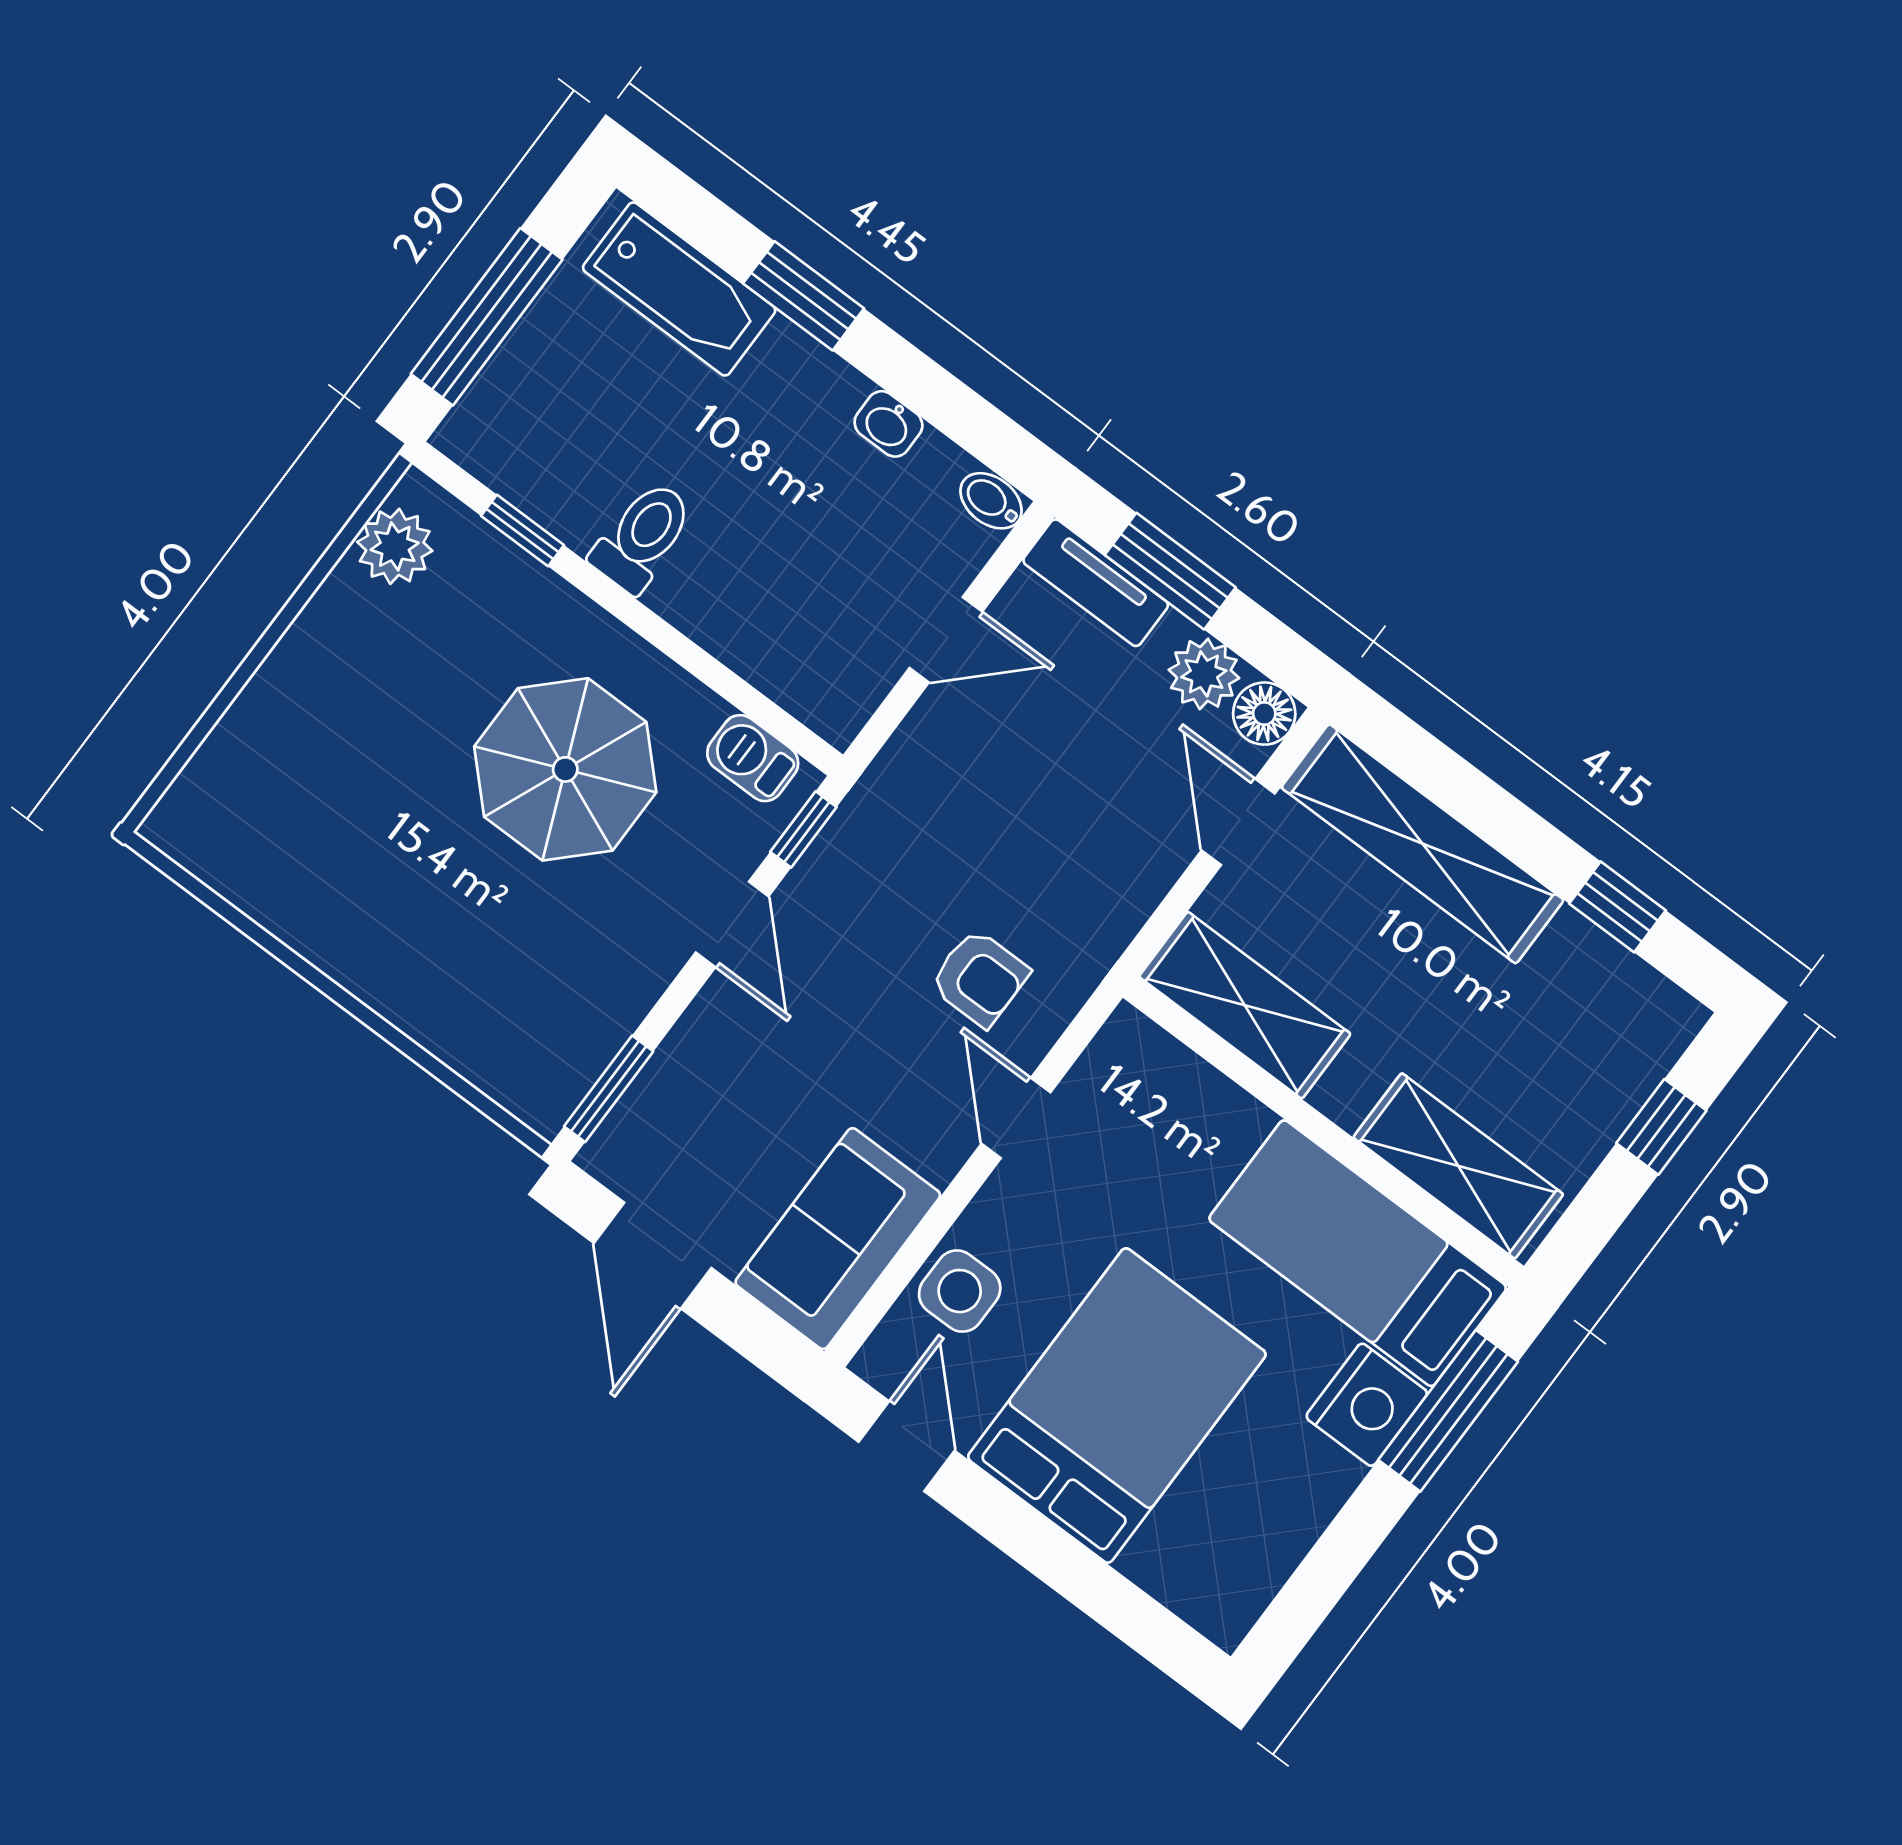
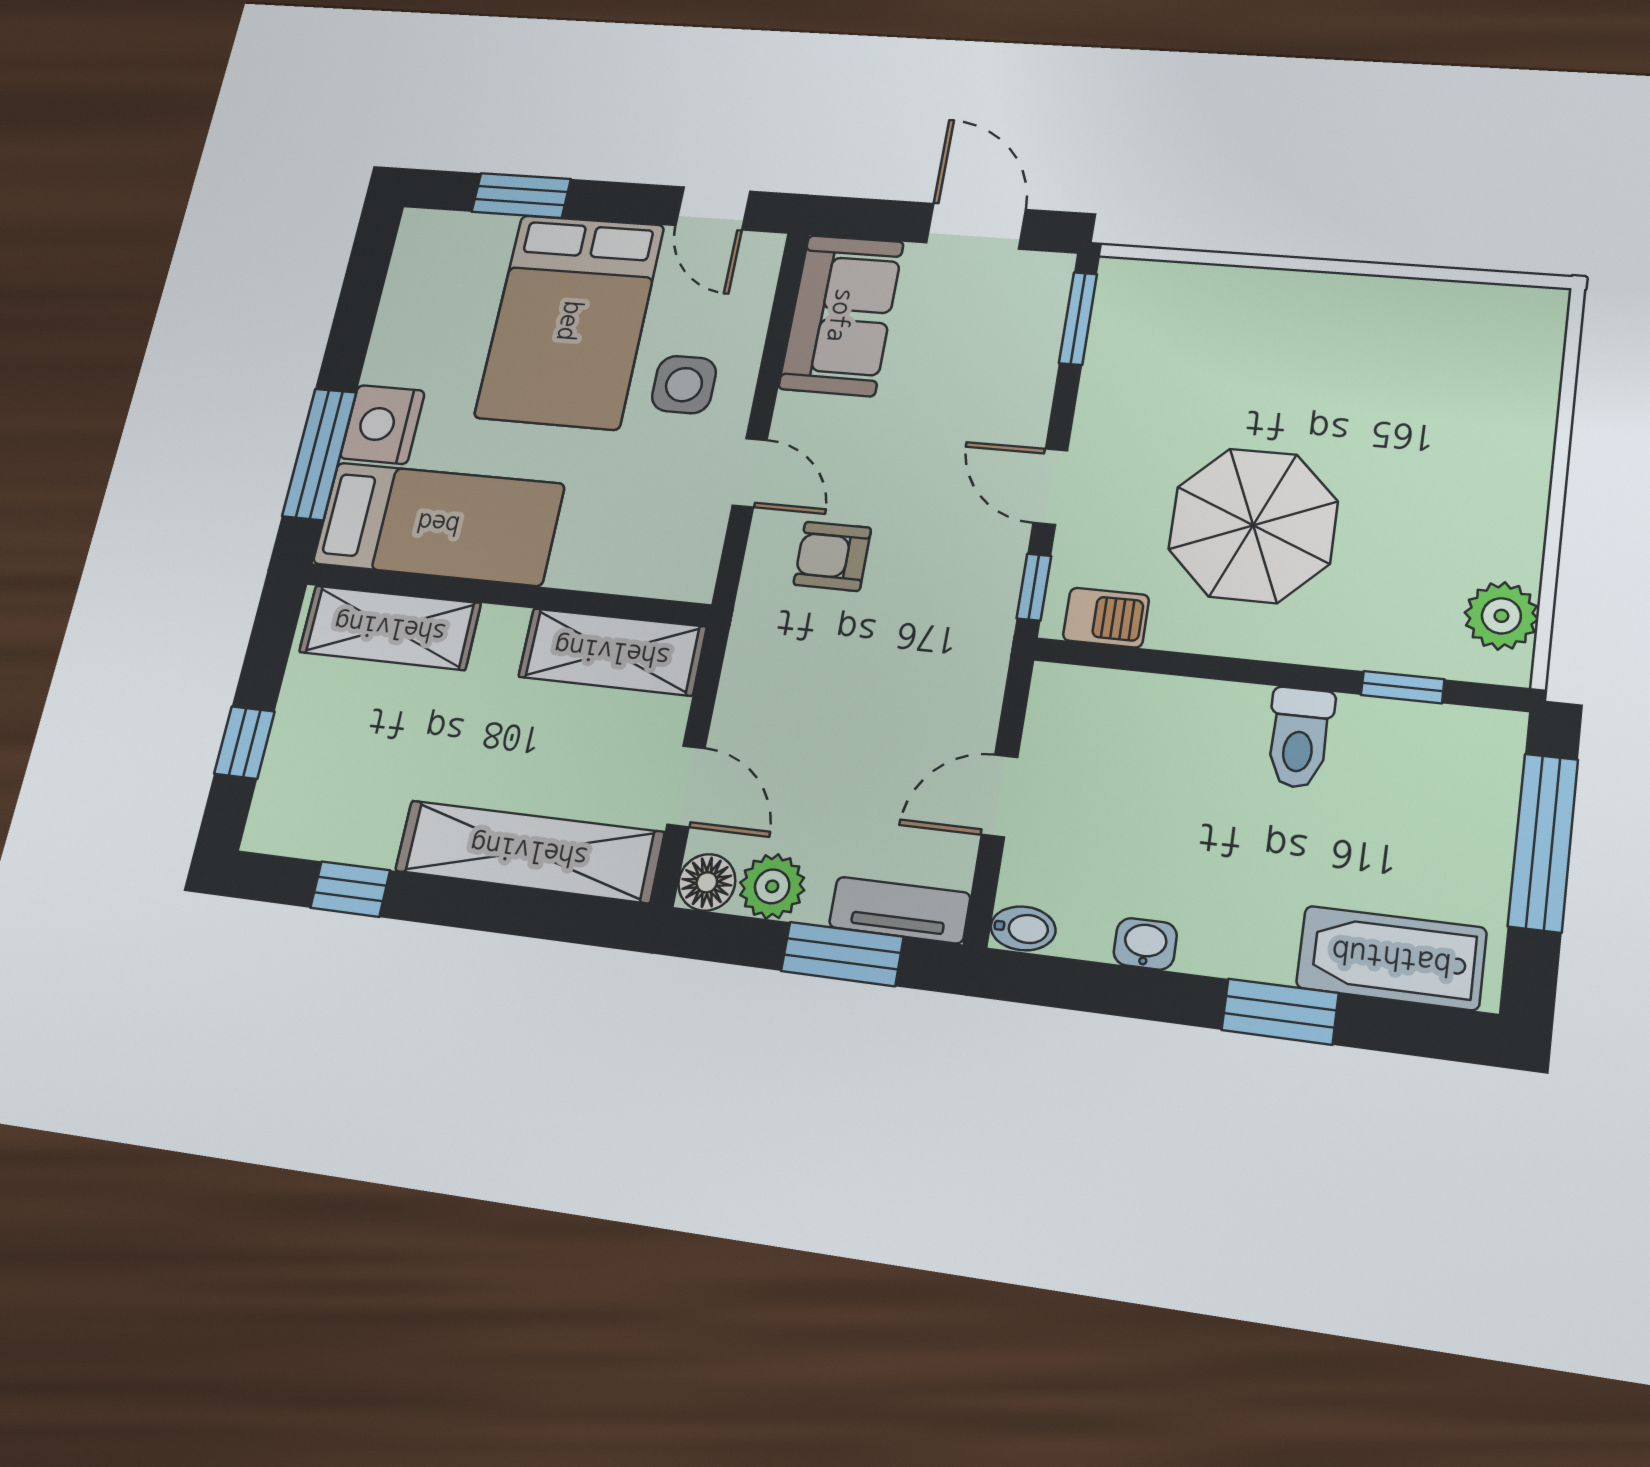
side table: (960, 1291) -> (684, 385), moved
window: (1099, 1591) -> (521, 195), added

